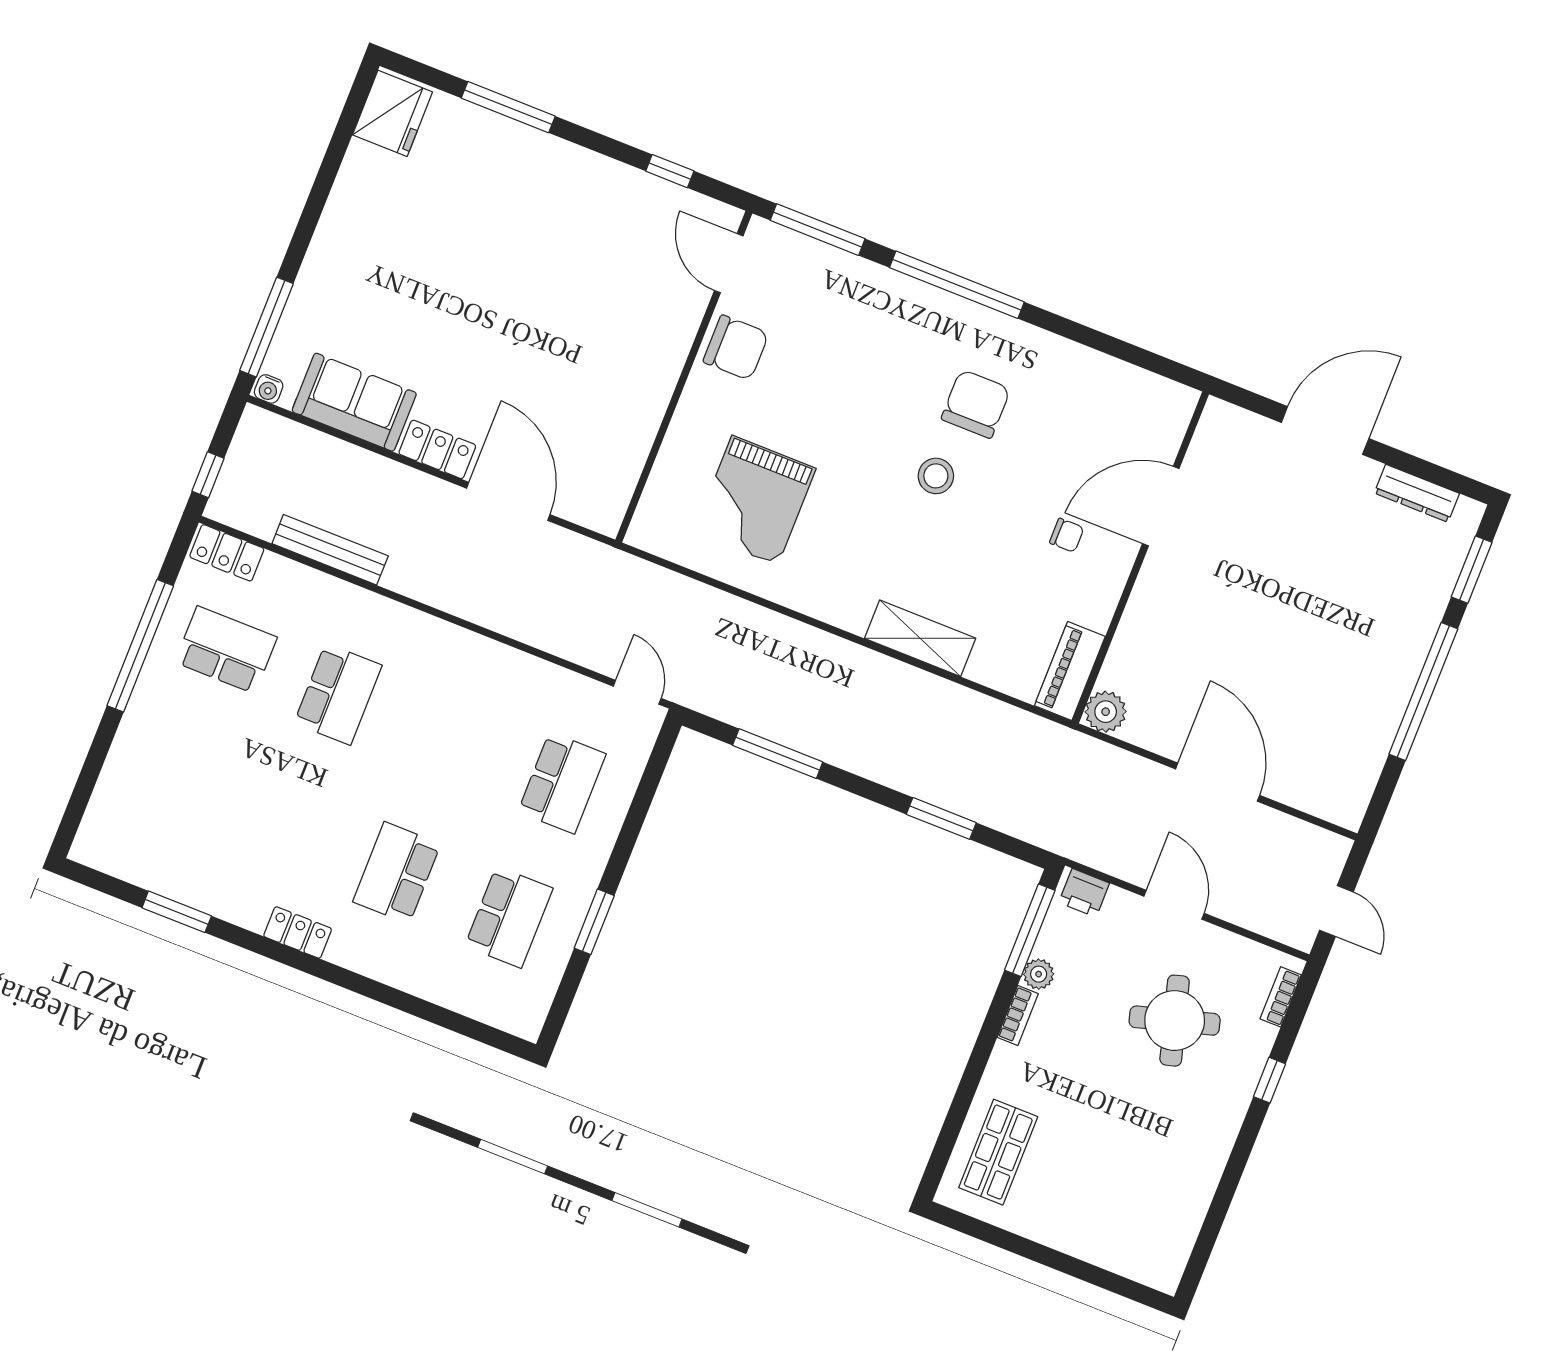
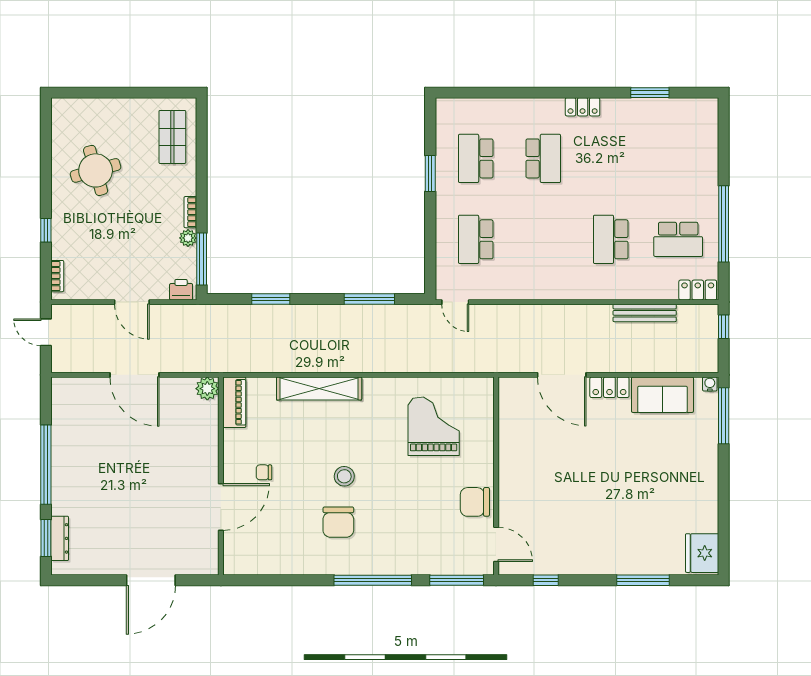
dresser: (1417, 493) -> (60, 538), moved, turned 90
shelving: (920, 638) -> (319, 388), width x1.47
round table: (1175, 1021) -> (96, 170), moved

